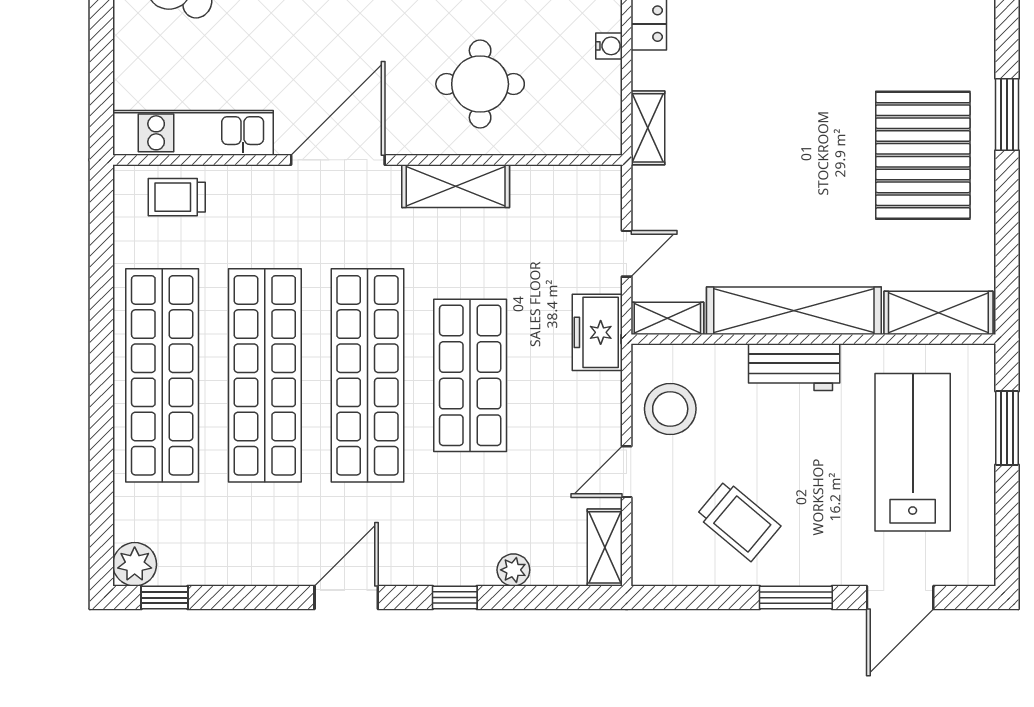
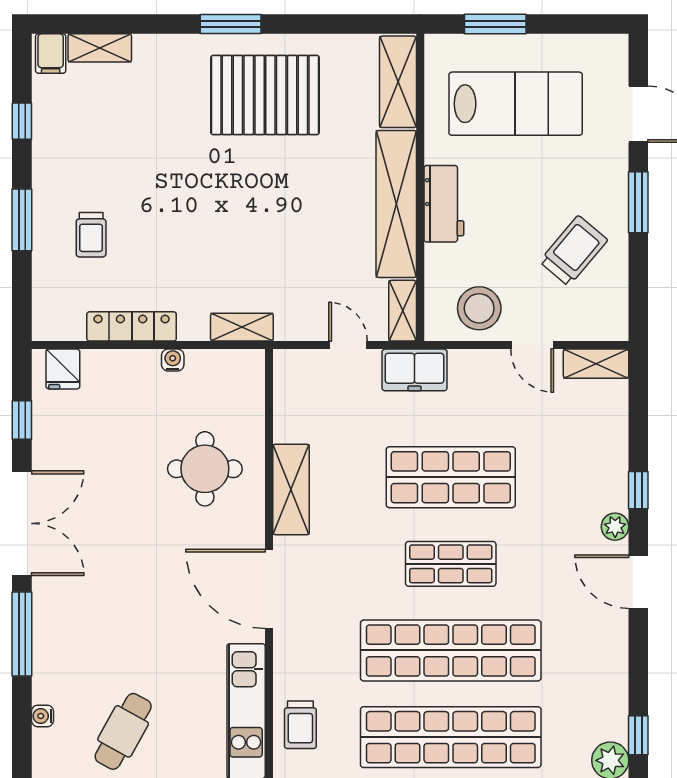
shop shelf: (367, 375) -> (451, 564), width x0.50, depth x0.74
lab bench: (913, 452) -> (516, 104), turned 180
plant: (513, 570) -> (615, 527), moved

